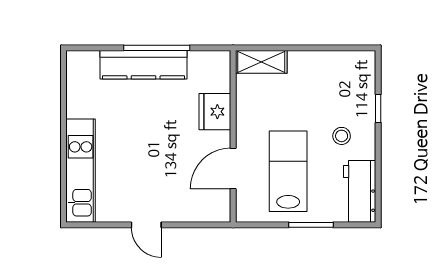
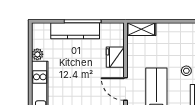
plant: (76, 107) -> (37, 54), added
door: (233, 169) -> (125, 89), hinge flipped

